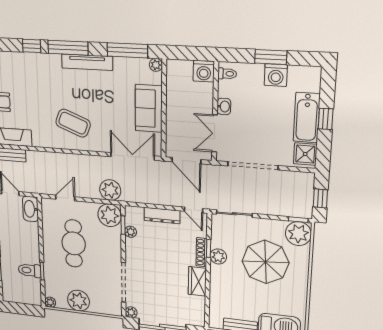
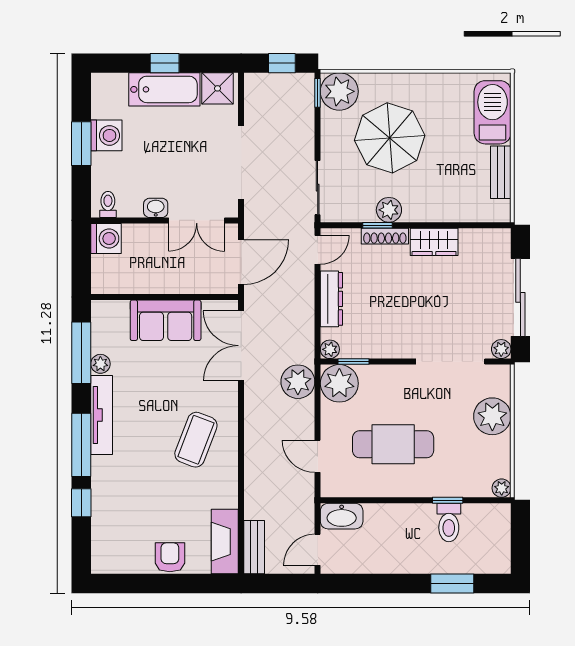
plant: (156, 65) -> (100, 364), moved
plant: (131, 232) -> (330, 349), moved
plant: (79, 301) -> (492, 416), moved

